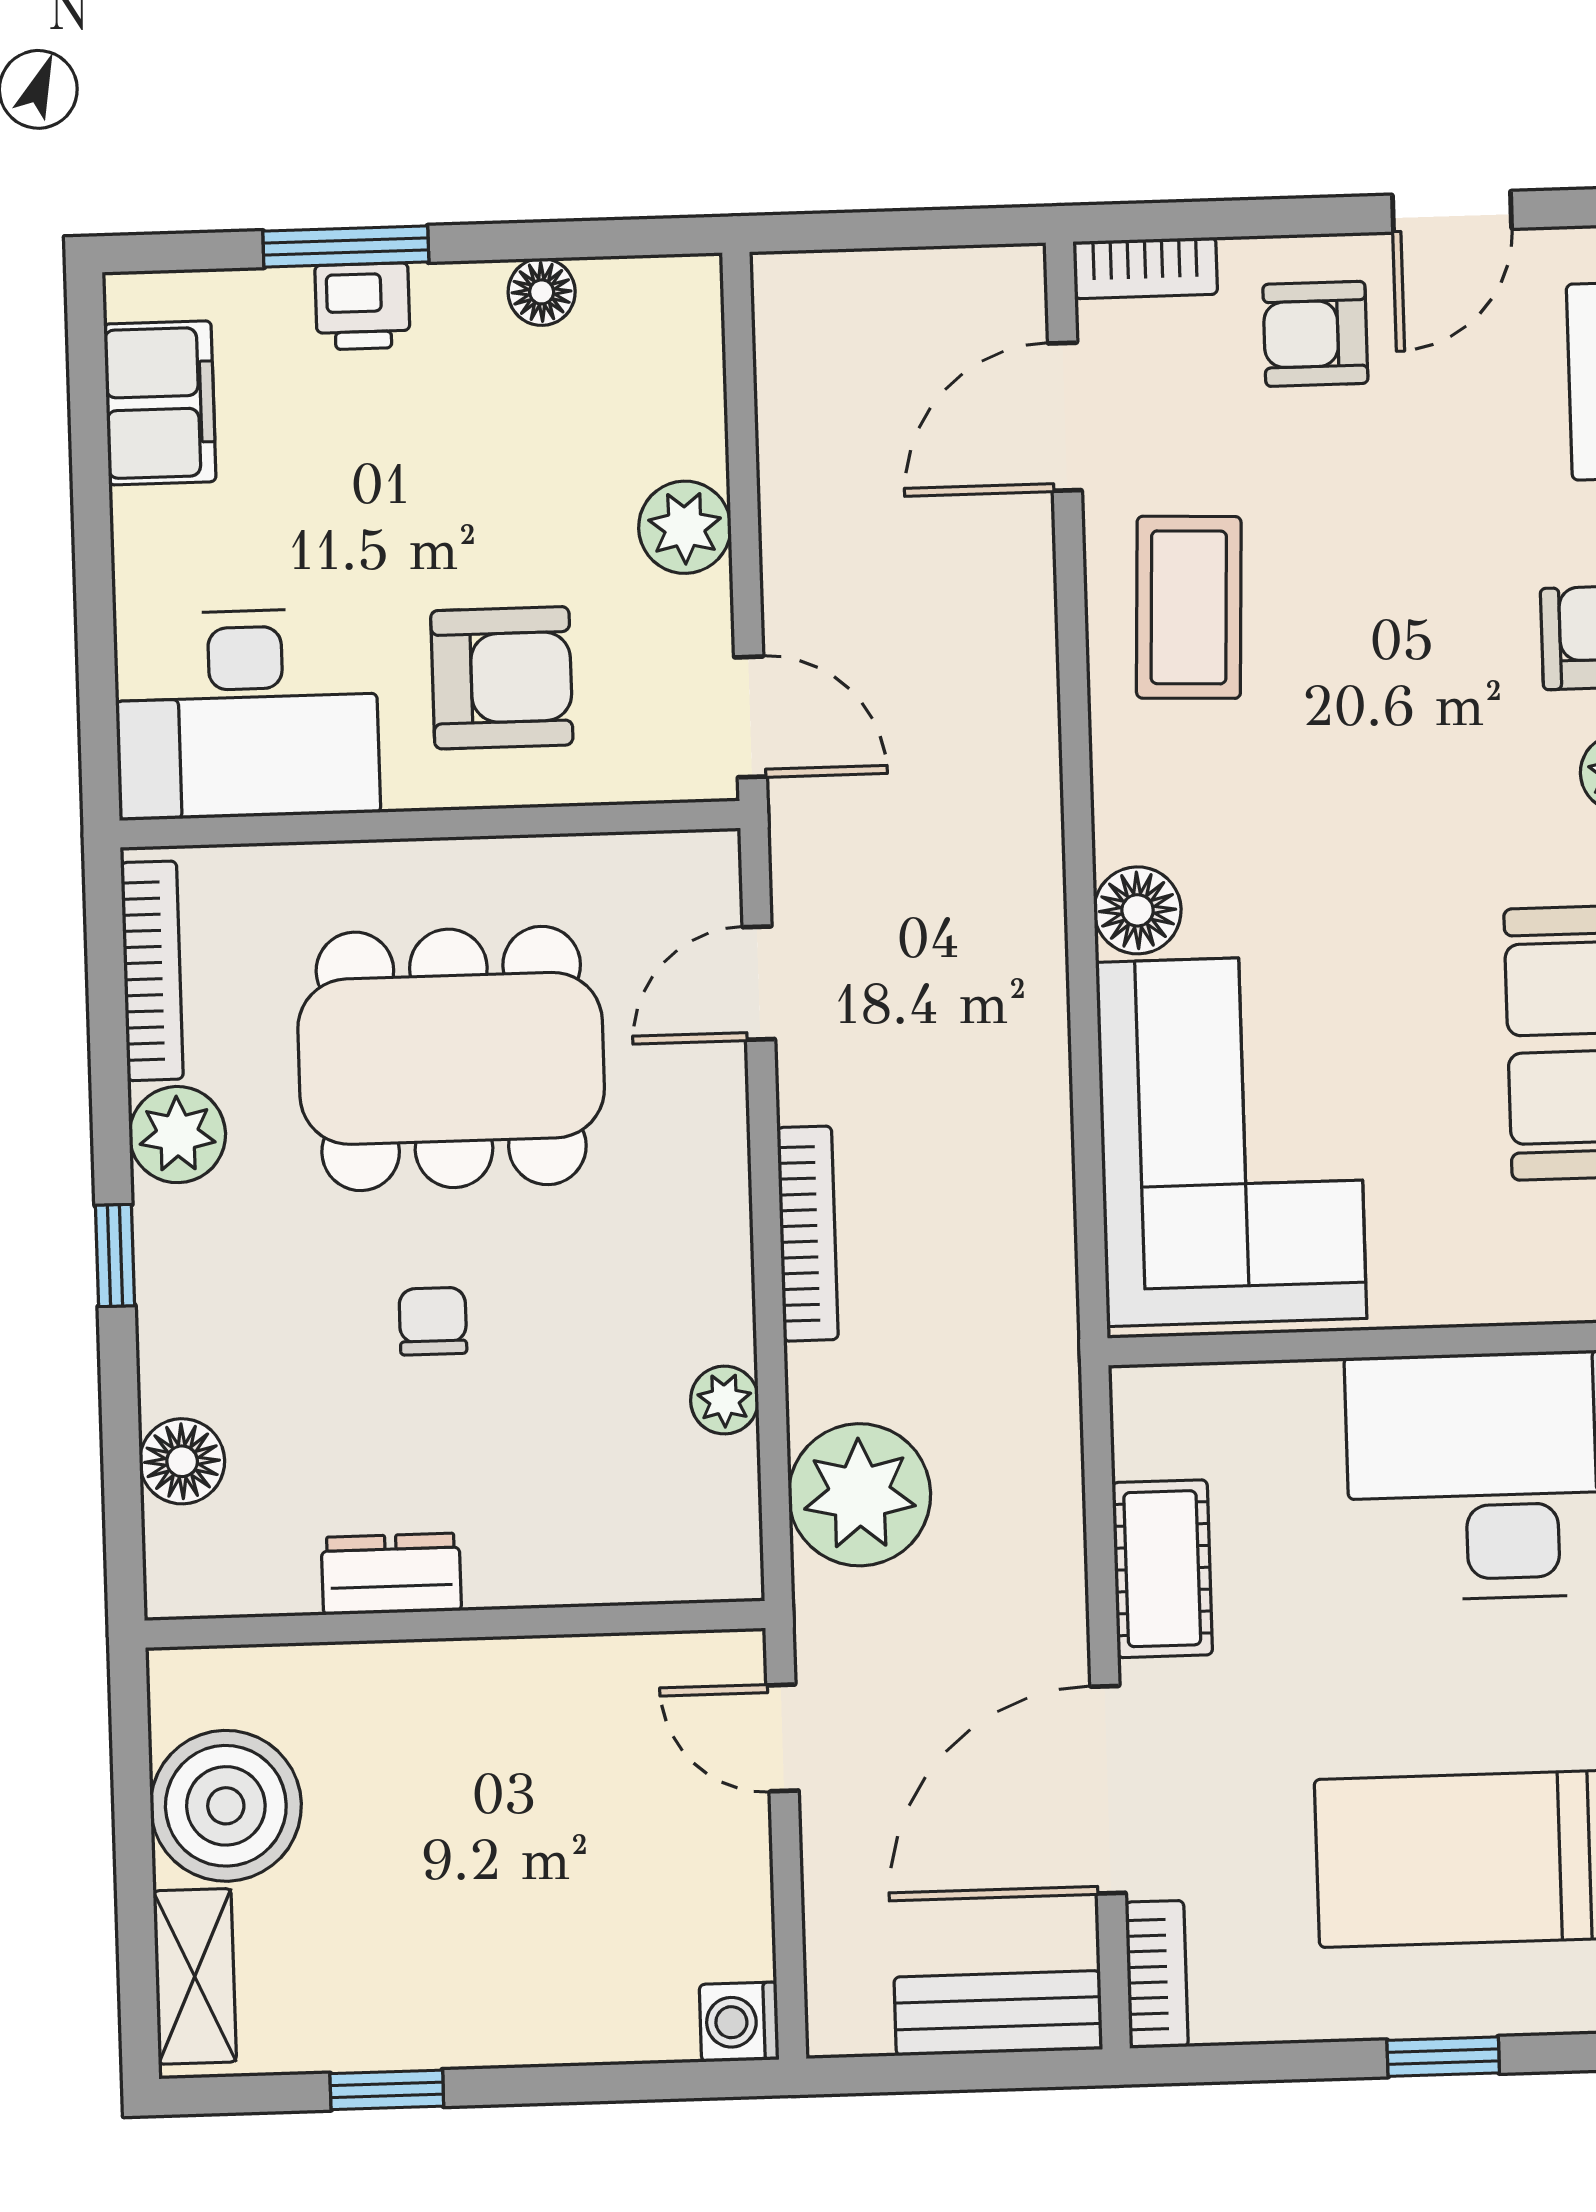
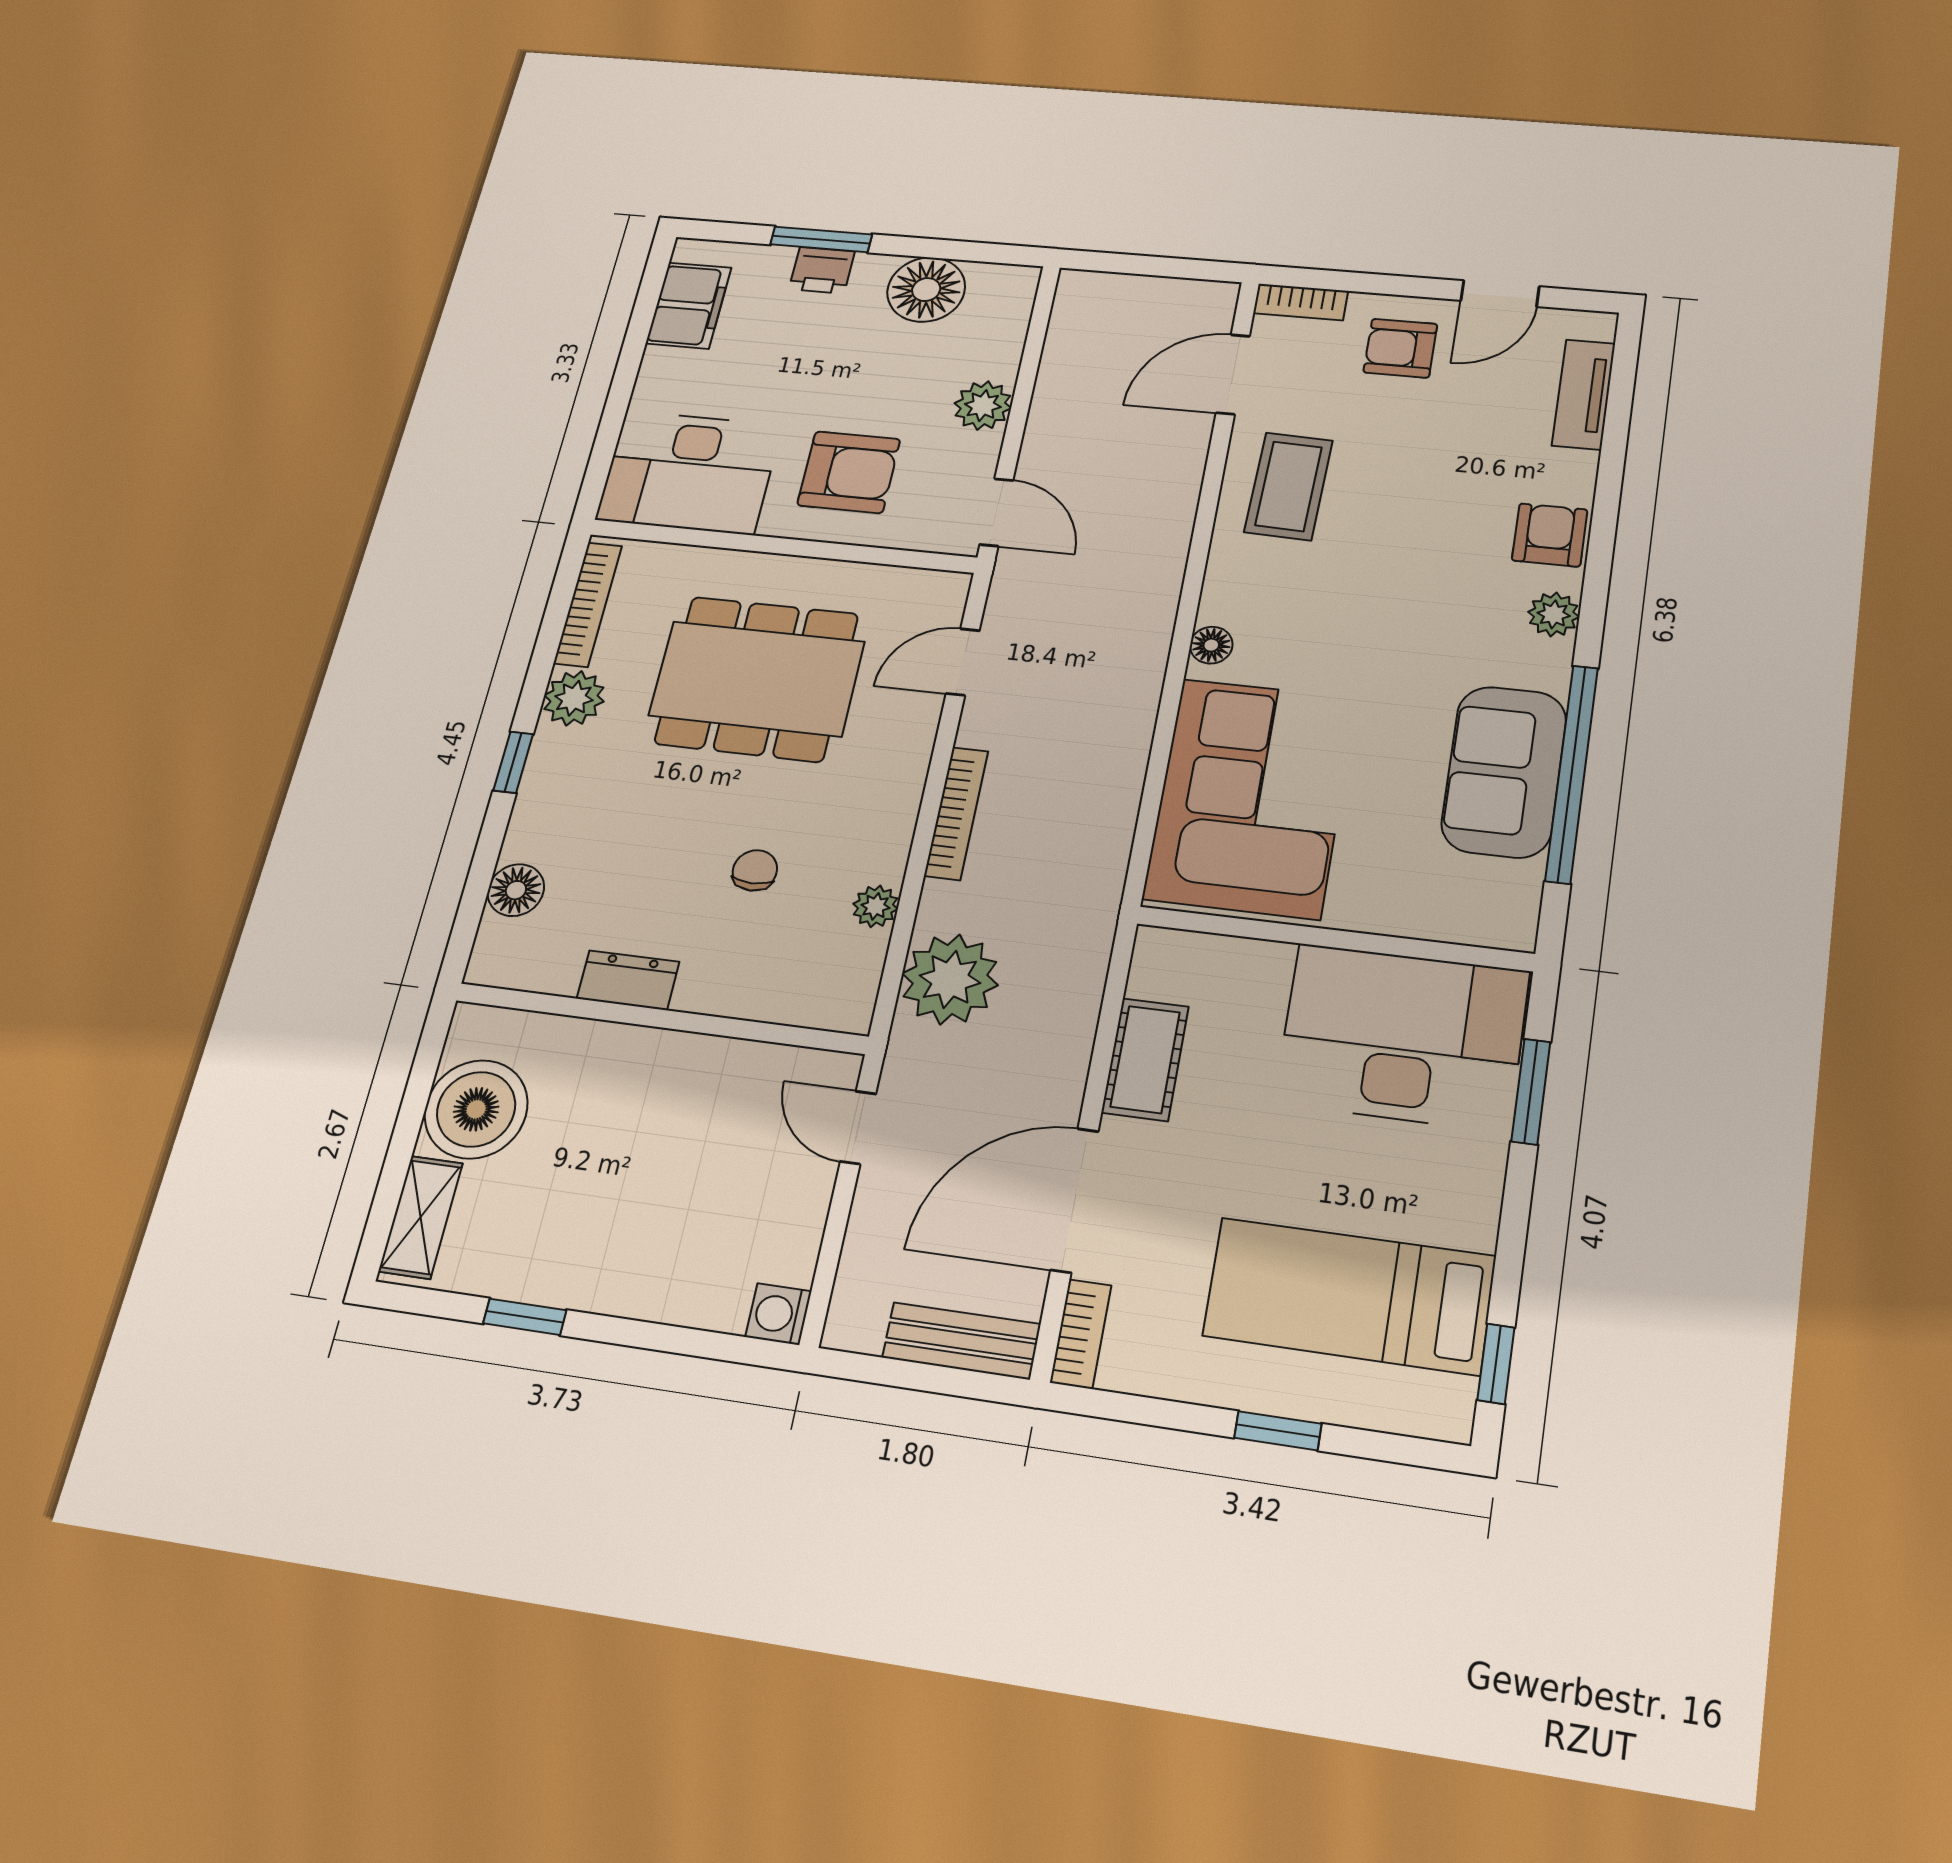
floor lamp: (542, 292) -> (926, 290), width x1.89, depth x1.89
floor lamp: (1138, 910) -> (1211, 645), width x0.73, depth x0.73
chair: (433, 1321) -> (755, 870), moved

